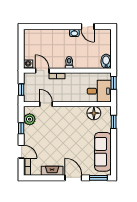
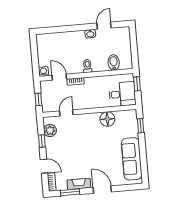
door: (88, 26) -> (104, 26), swing flipped
bidet: (106, 61) -> (114, 63), moved
door: (46, 104) -> (66, 113), hinge flipped
floor lamp: (94, 113) -> (107, 119), moved
window: (98, 178) -> (70, 192), moved

